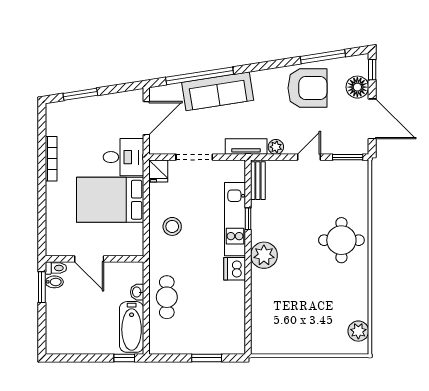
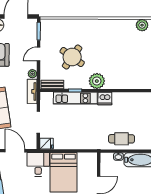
door: (309, 157) -> (39, 54), hinge flipped
stool: (172, 226) -> (80, 136), removed
round table: (341, 240) -> (72, 57), moved, turned 35

